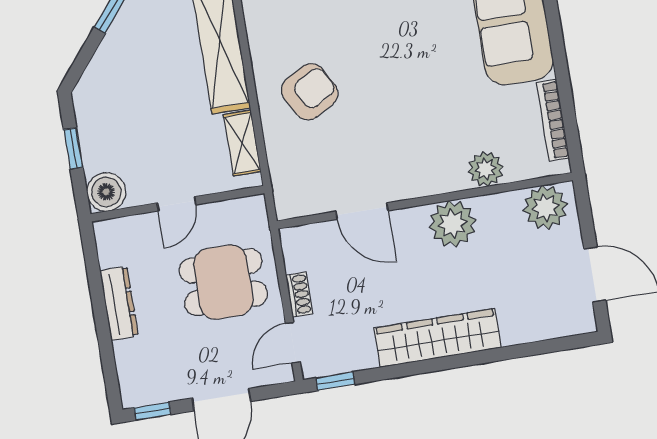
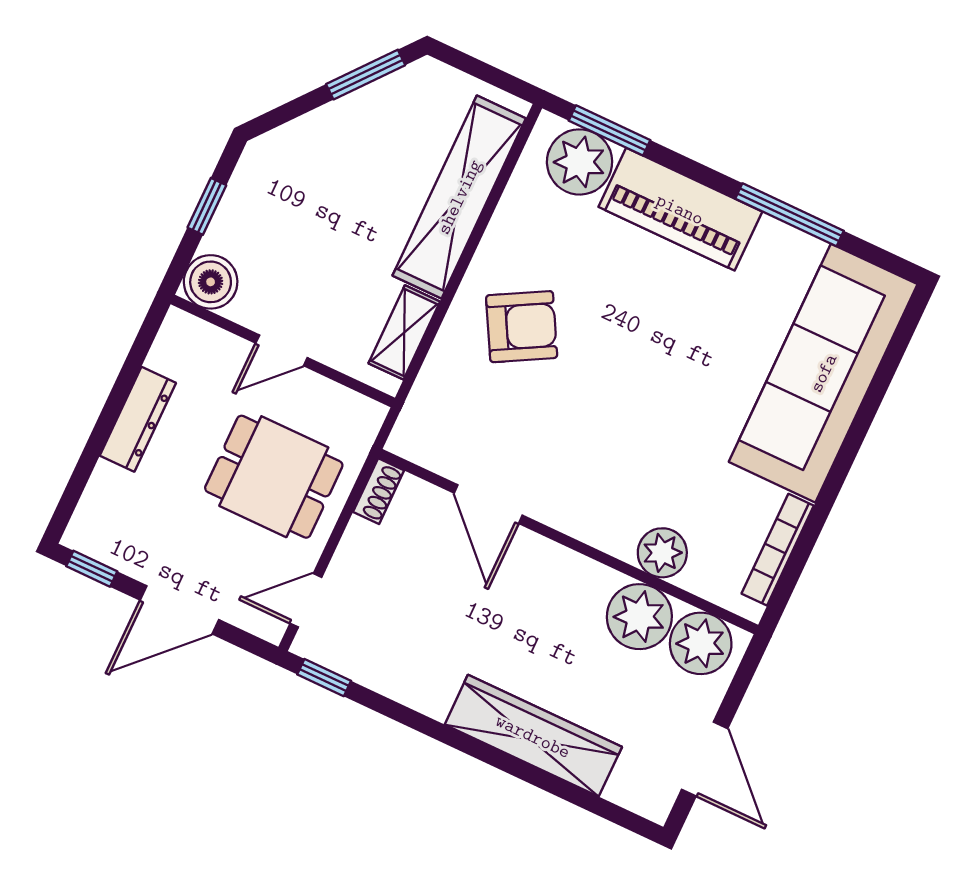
plant: (452, 224) -> (639, 617), moved
shoe rack: (299, 294) -> (379, 491), moved
wardrobe: (437, 338) -> (533, 736), moved

